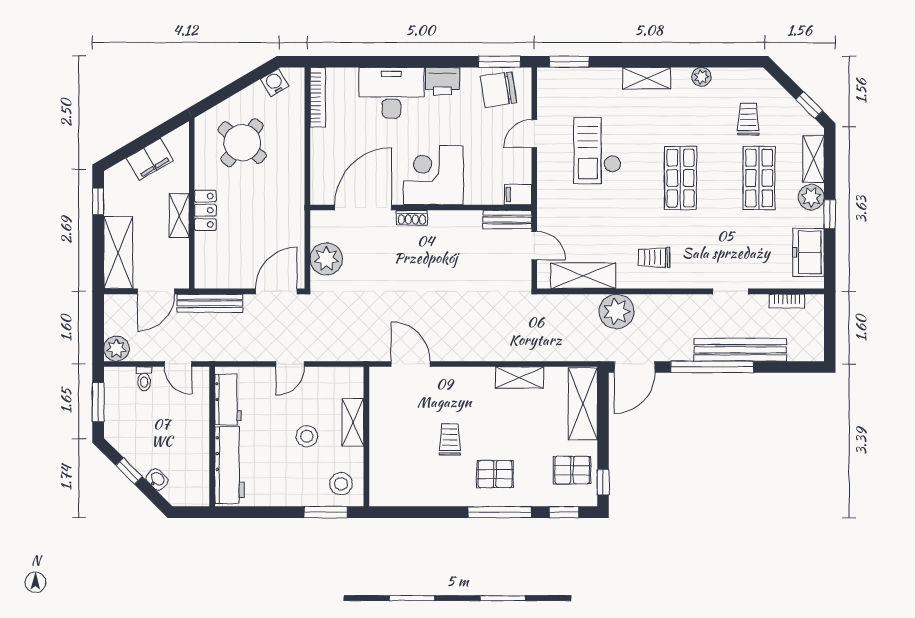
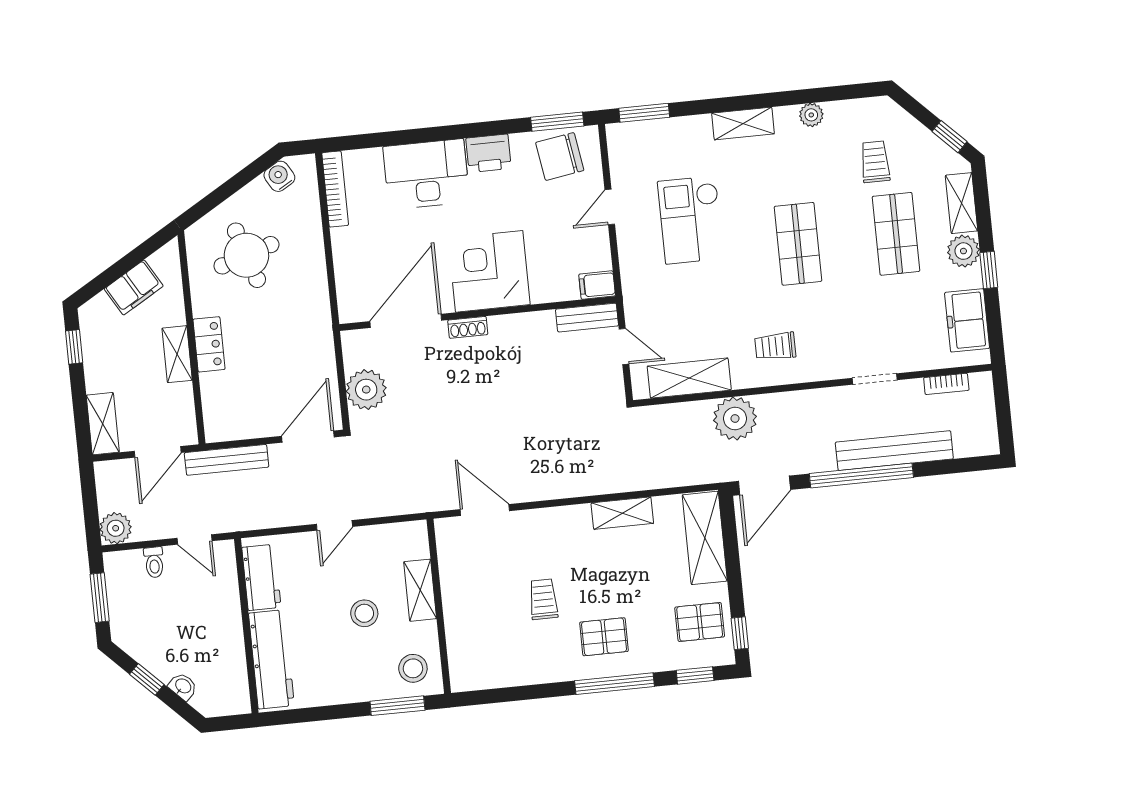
round table: (242, 143) -> (246, 255), turned 33
shelving: (118, 253) -> (103, 424), width x0.67, depth x0.75

